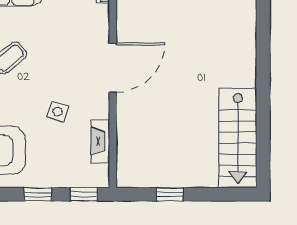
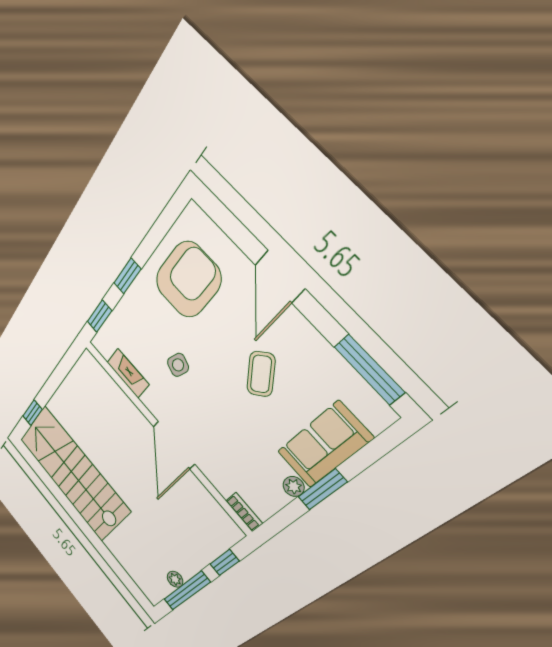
stairs: (238, 138) -> (73, 474), width x1.36, depth x1.51
window: (170, 194) -> (33, 413), moved

